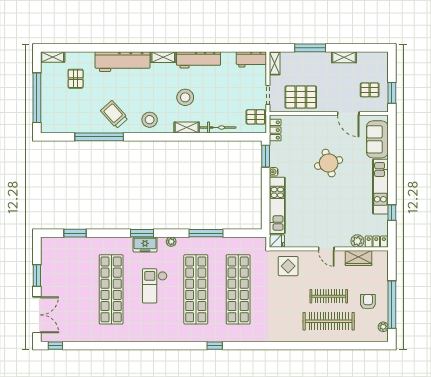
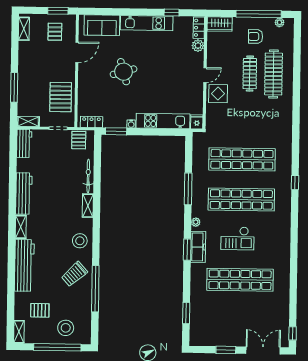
shelving: (344, 57) -> (24, 29), moved
stool: (185, 97) -> (66, 328), moved
freezer: (145, 244) -> (198, 247), width x1.40
wardrobe: (359, 258) -> (220, 24), moved, turned 90
display table: (288, 266) -> (218, 94), moved

